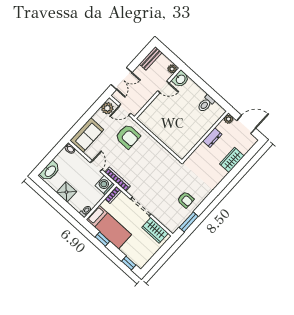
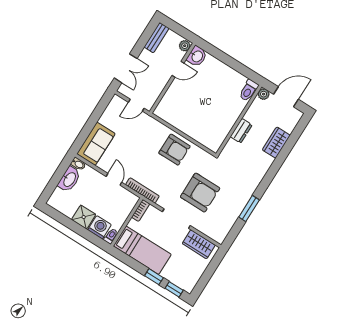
toilet: (206, 104) -> (249, 90), moved
plant: (107, 108) -> (115, 107), removed
armchair: (128, 136) -> (174, 150), moved
dresser: (212, 138) -> (241, 131), moved
washbasin: (50, 171) -> (69, 179), moved
washing machine: (105, 185) -> (100, 227), moved, turned 90
armchair: (186, 200) -> (200, 193), moved, width x1.88, depth x1.88
window: (189, 222) -> (249, 208), moved
window: (102, 239) -> (154, 277), moved

